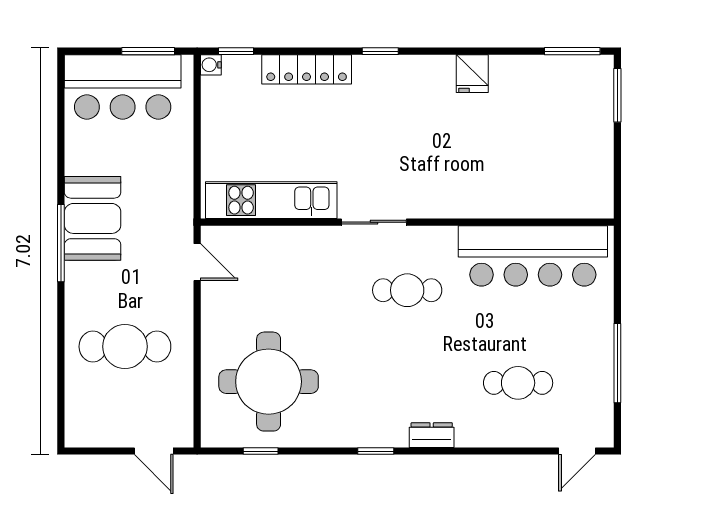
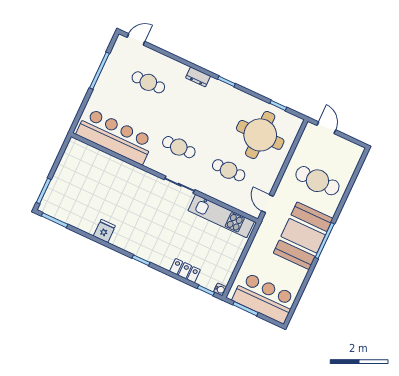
locker: (307, 69) -> (185, 271), width x0.66
booth: (93, 218) -> (303, 236), width x1.36, depth x1.42
cafe table: (296, 290) -> (229, 170), added

